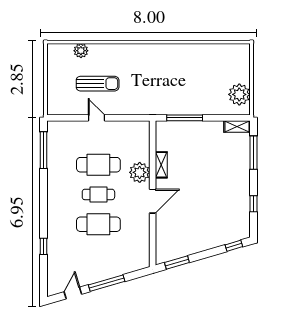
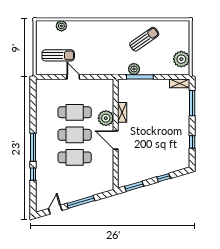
sun lounger: (190, 68) -> (144, 39), added
sun lounger: (98, 84) -> (58, 55), moved
plant: (177, 108) -> (134, 69), added
window: (44, 150) -> (33, 147), moved
cafe table: (98, 194) -> (75, 135), width x1.37, depth x1.35
door: (153, 201) -> (116, 140), swing flipped
window: (234, 246) -> (163, 178), moved

